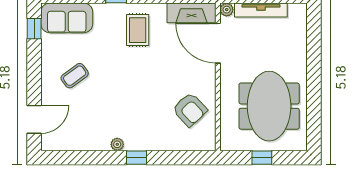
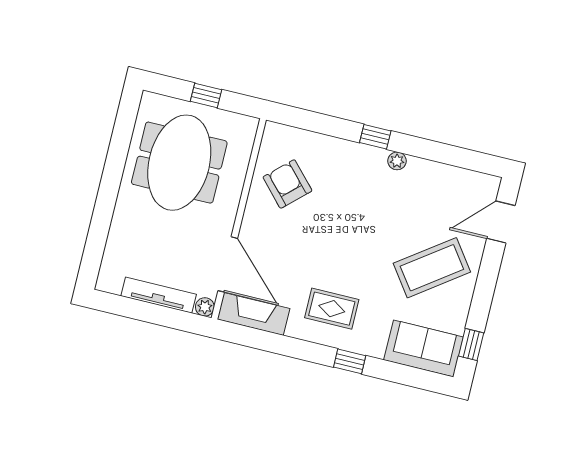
rug: (138, 30) -> (332, 309), turned 90
coffee table: (75, 76) -> (432, 268), width x1.86, depth x1.72

